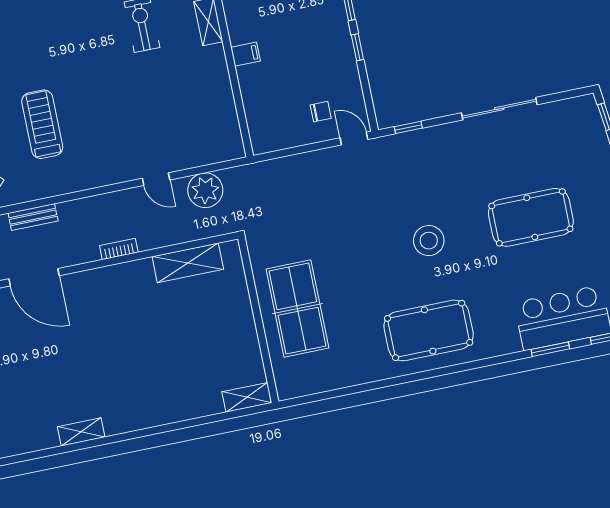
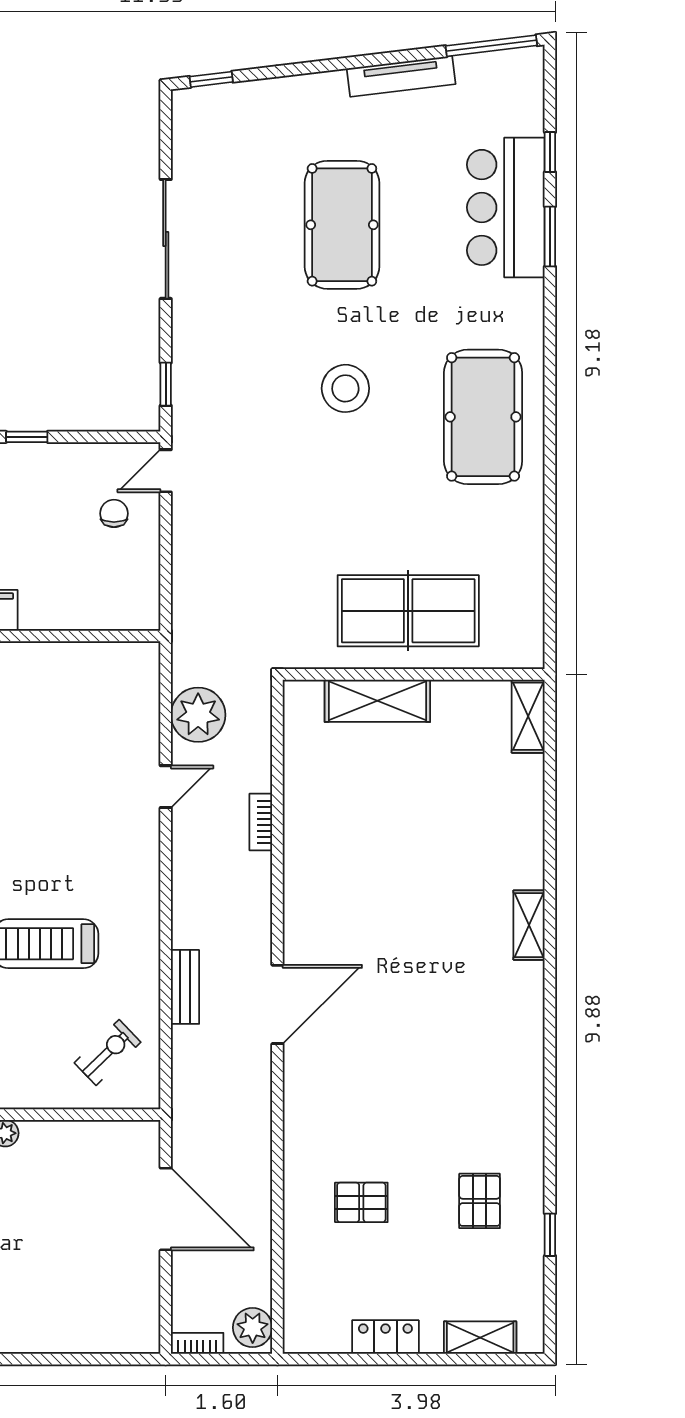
bookcase: (119, 249) -> (261, 822), moved
shelving: (188, 263) -> (377, 701), moved, turned 90
shelving: (81, 432) -> (529, 925), moved

